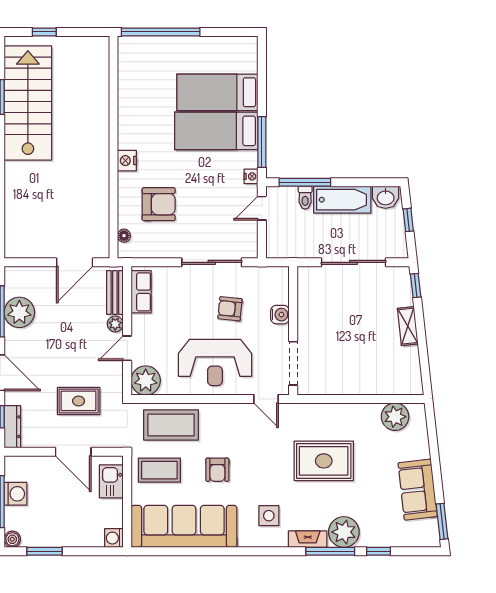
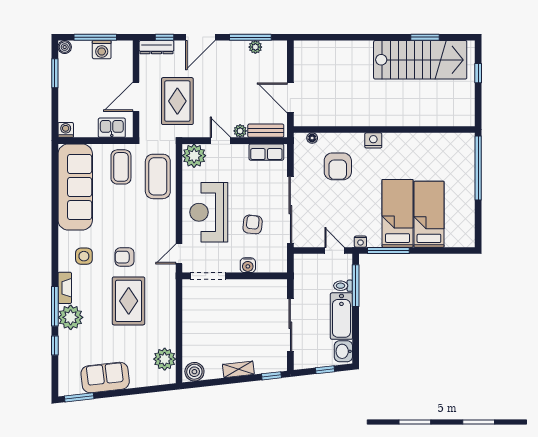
sliding door: (212, 262) -> (290, 210), width x1.36
plant: (19, 312) -> (255, 47), width x0.53, depth x0.53
boiler: (411, 380) -> (194, 372), added
rug: (79, 401) -> (177, 101), width x1.36, depth x1.43
armchair: (217, 470) -> (124, 257), moved

